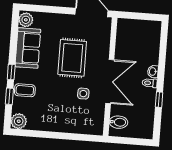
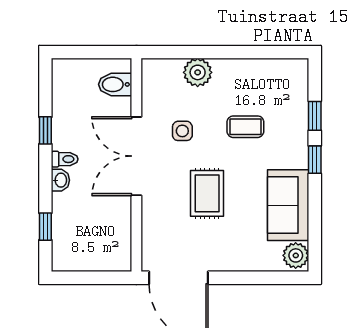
window: (163, 46) -> (45, 227), added
rug: (72, 58) -> (207, 193), width x0.73, depth x0.70
coffee table: (25, 90) -> (245, 127), moved
plant: (19, 121) -> (198, 72), moved

